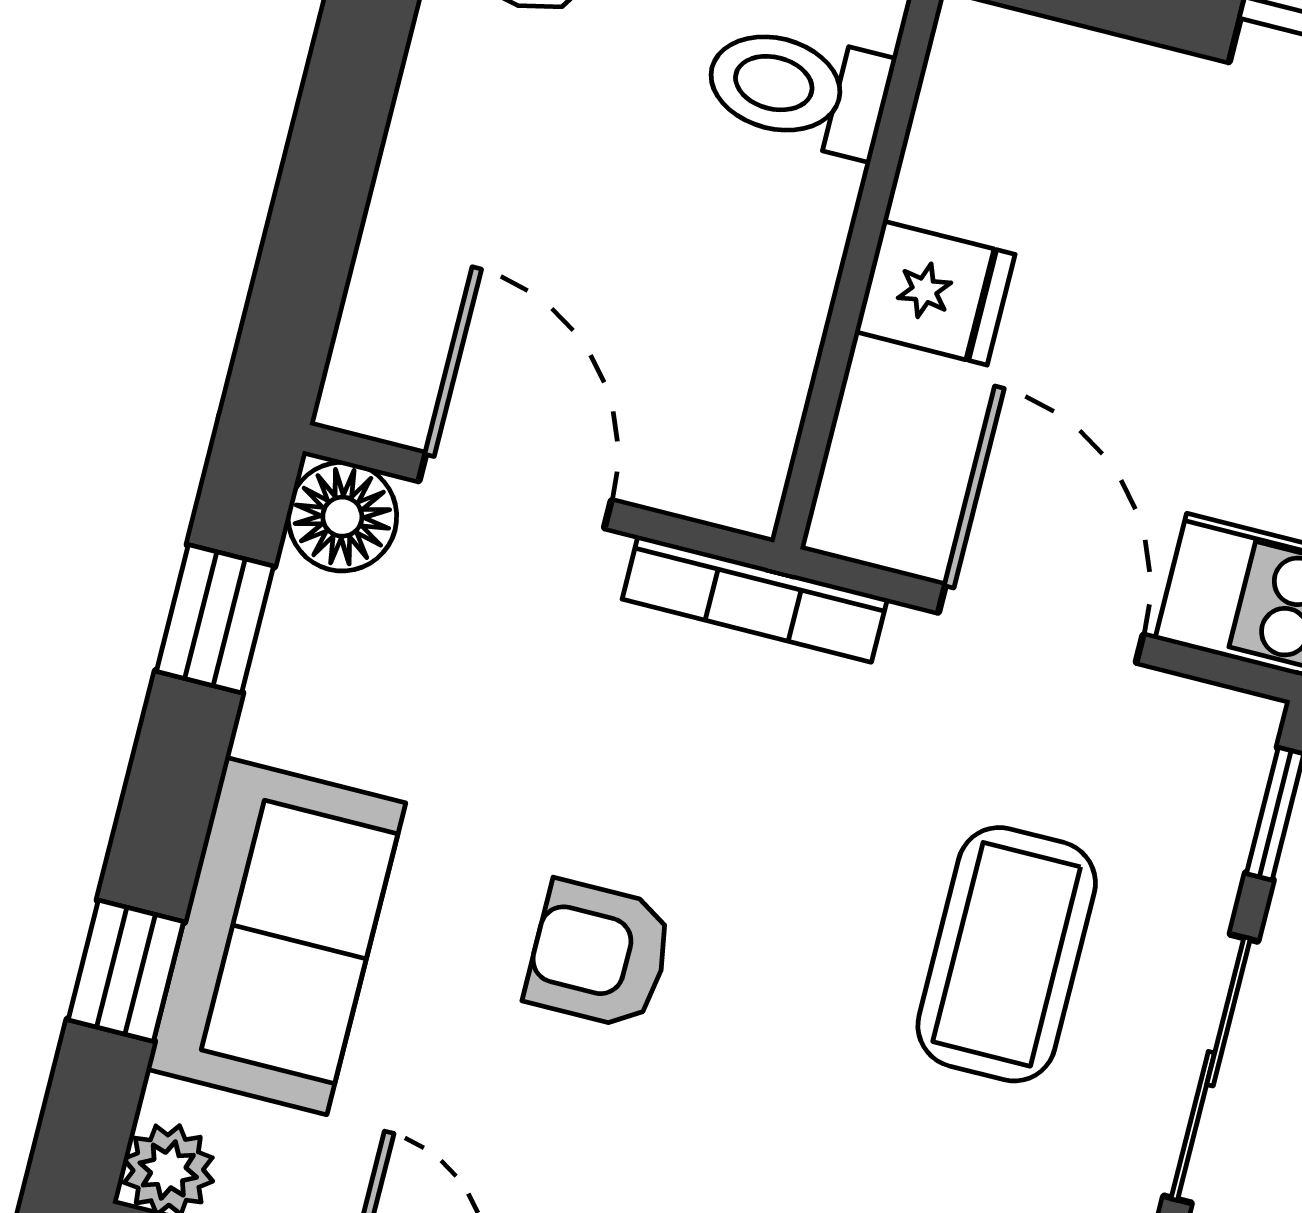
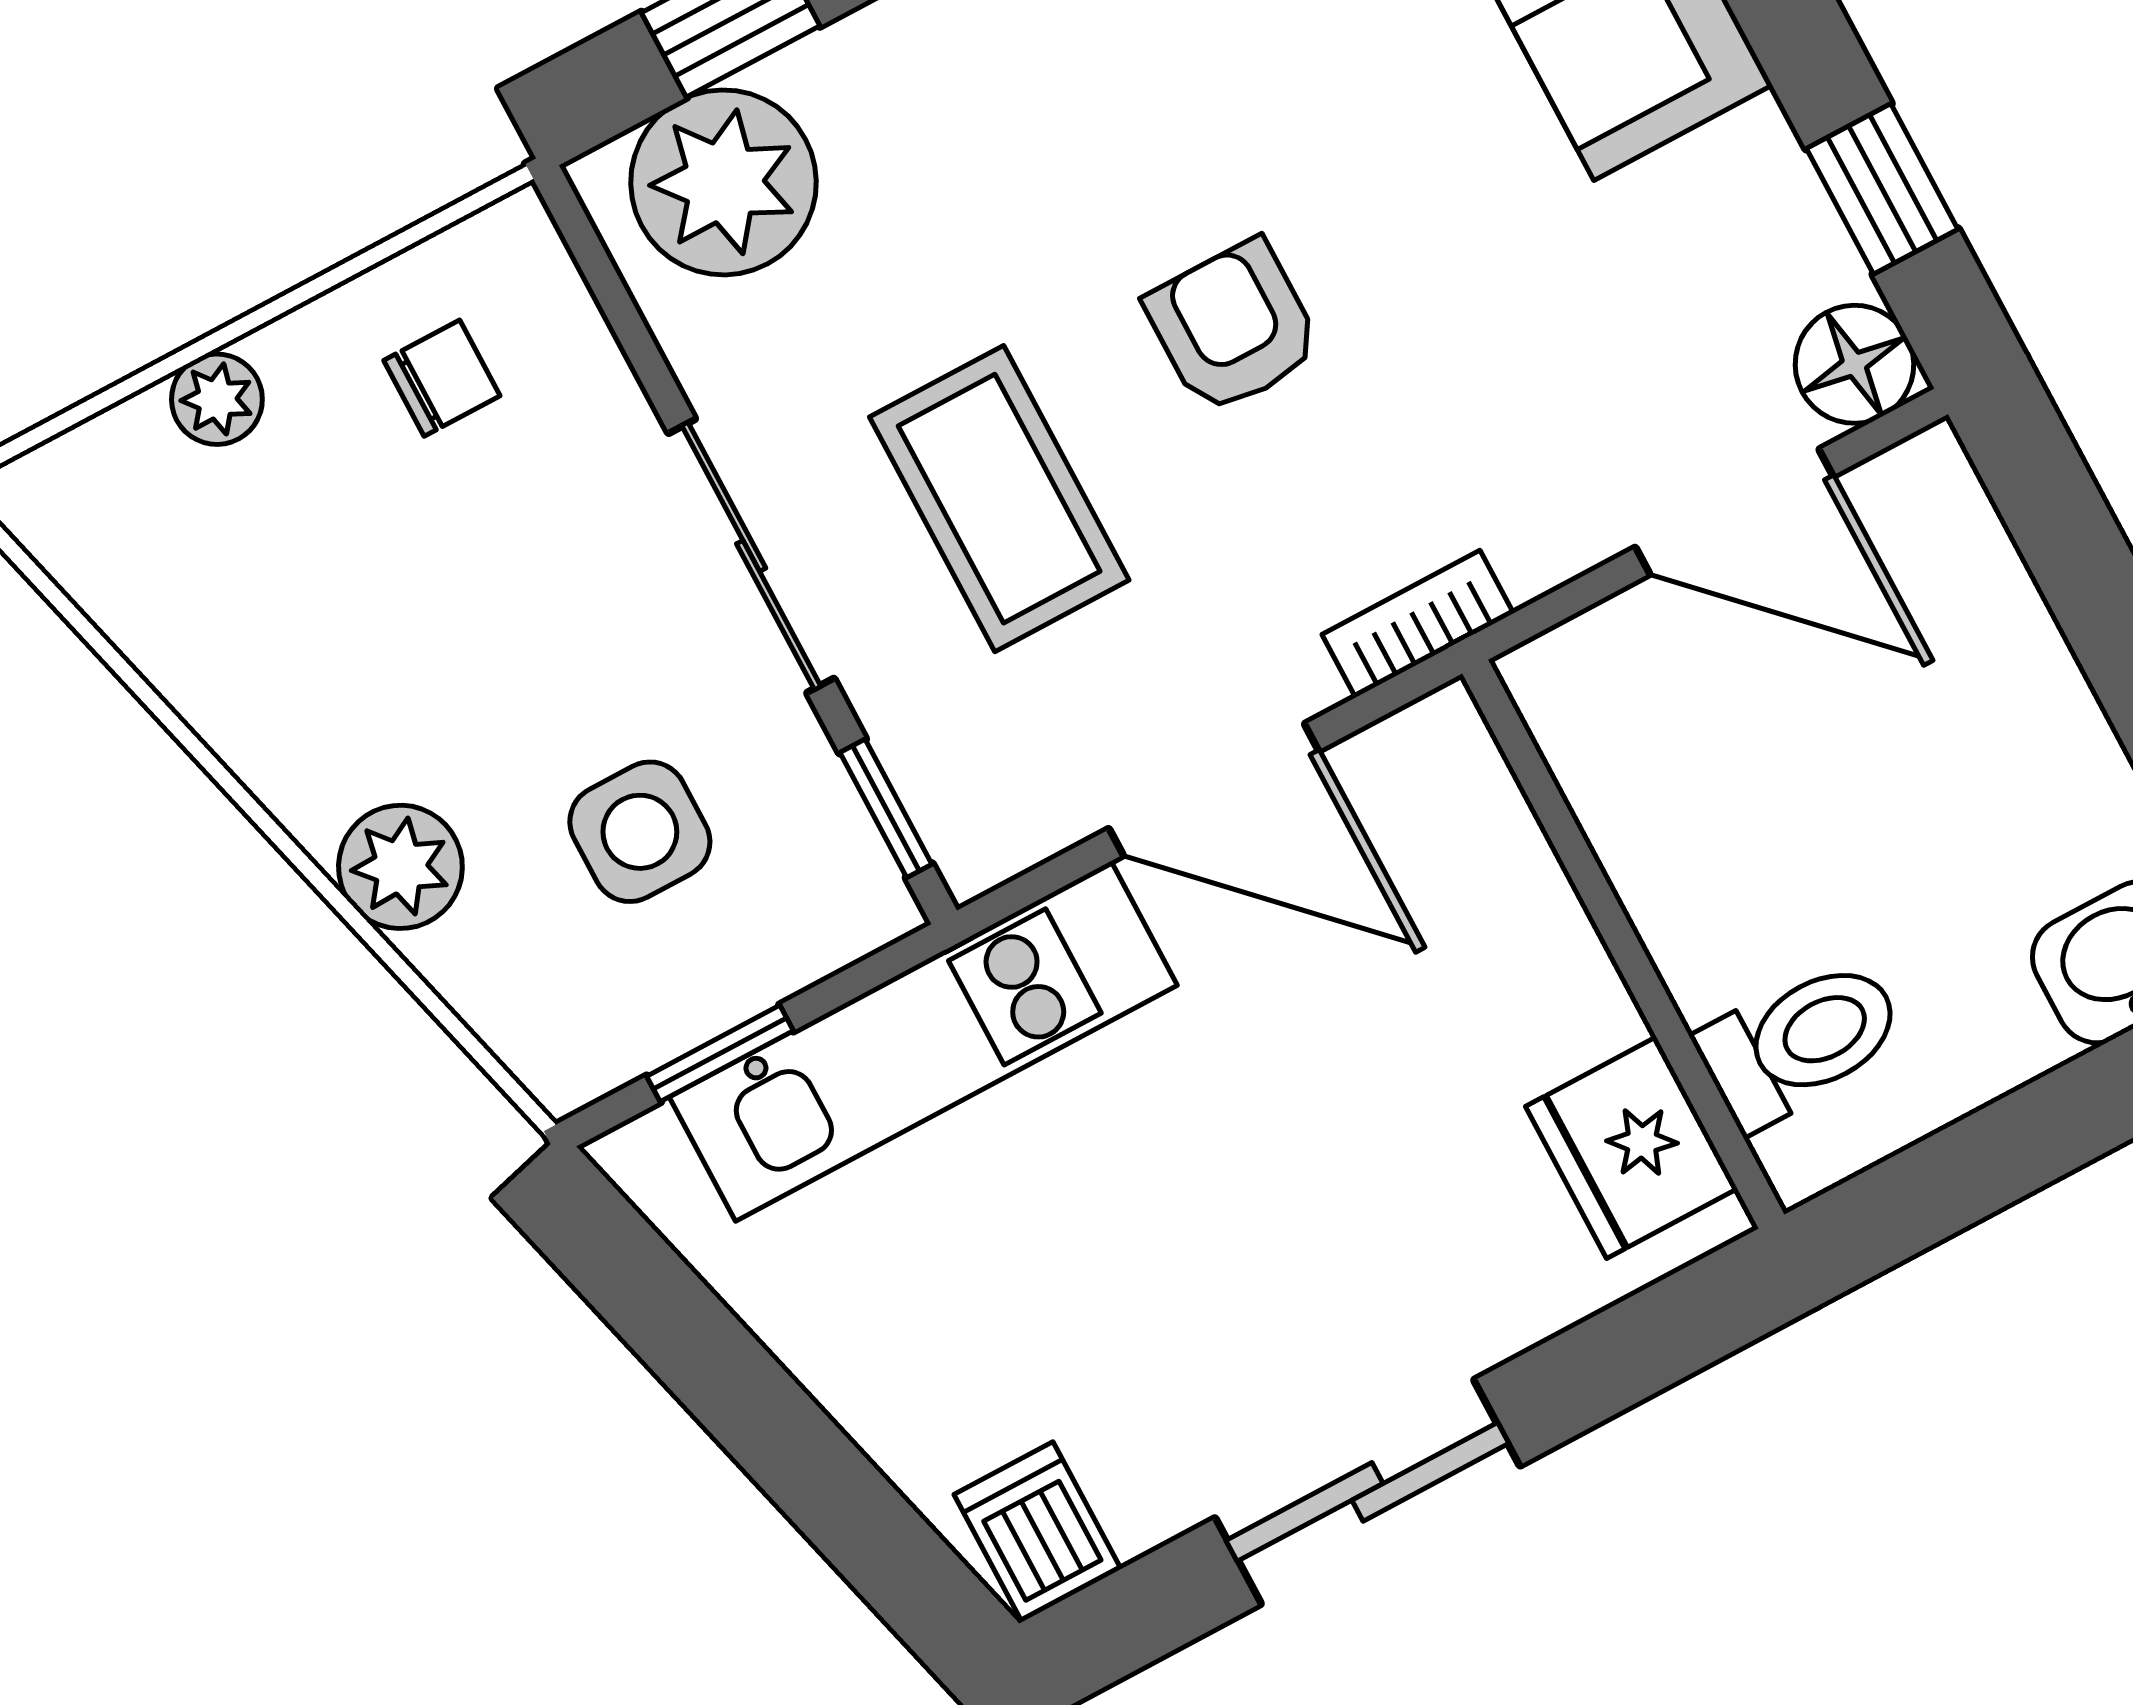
fridge: (935, 293) -> (1631, 1148), moved, width x1.38
bookcase: (755, 599) -> (1418, 624), width x0.64
armchair: (599, 955) -> (1233, 327), moved, turned -90

